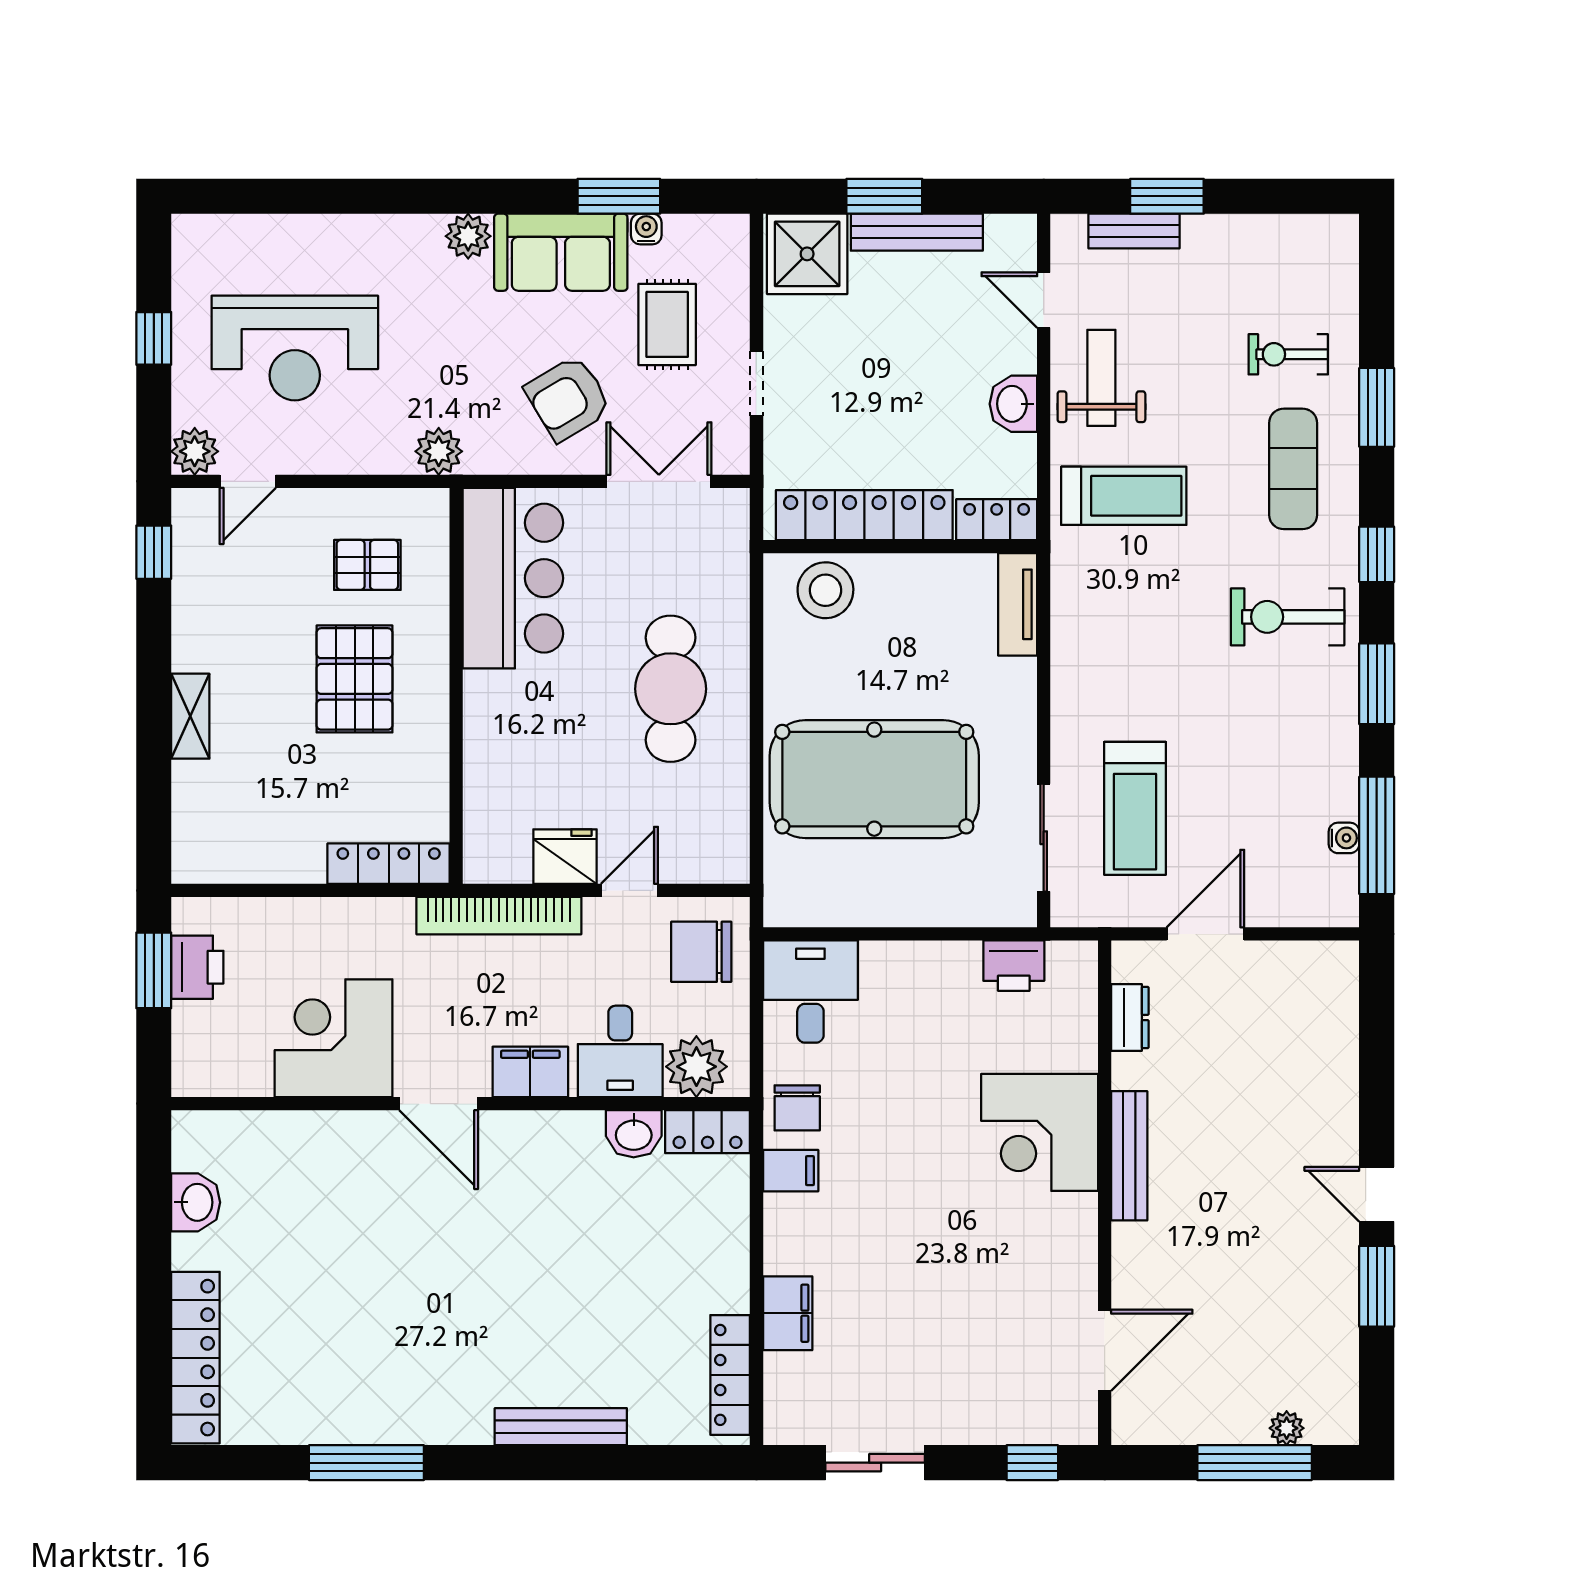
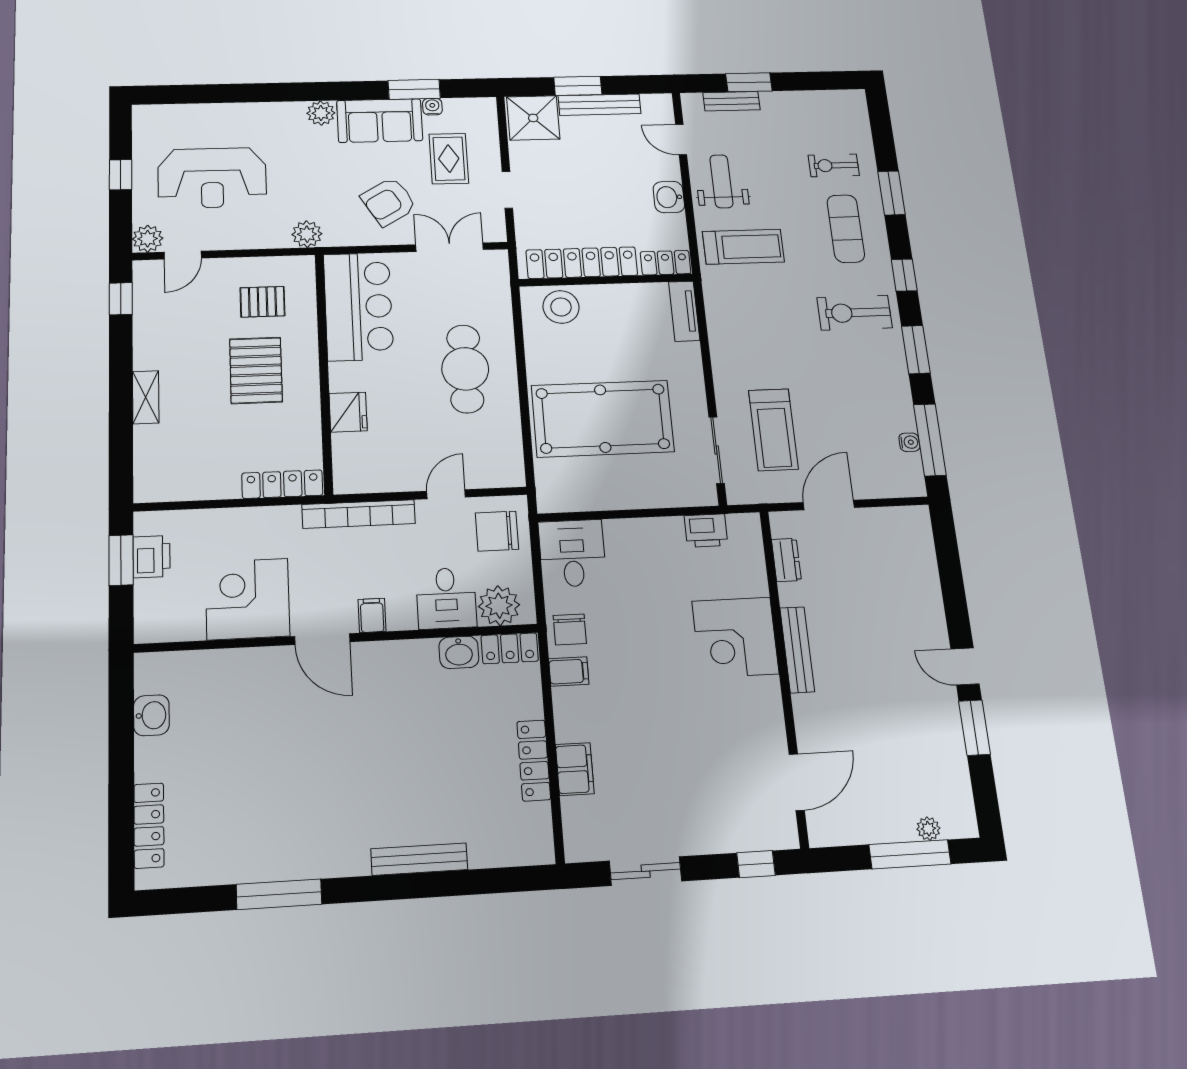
fridge: (565, 857) -> (348, 412), moved, turned 90
filing cabinet: (530, 1072) -> (372, 615), width x0.50
locker: (195, 1358) -> (149, 825), width x0.71, depth x0.83
locker: (730, 1375) -> (534, 760), moved

